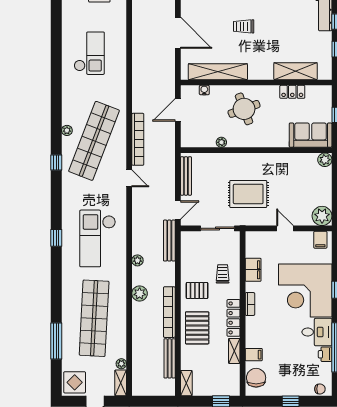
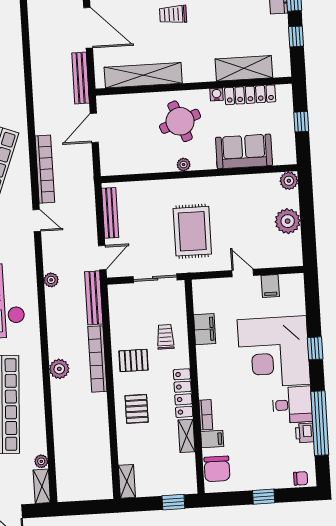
water cooler: (204, 90) -> (217, 95), moved
locker: (292, 92) -> (250, 95), width x1.53
sofa: (311, 135) -> (244, 151), moved
plant: (221, 142) -> (184, 165), moved
rug: (248, 194) -> (192, 231), turned 90
plant: (322, 216) -> (288, 221), moved
filing cabinet: (320, 240) -> (270, 286), moved
plant: (137, 260) -> (51, 280), moved
bookcase: (250, 304) -> (206, 415), moved
bookcase: (169, 312) -> (97, 359), moved
pallet: (197, 328) -> (137, 409), width x0.67, depth x0.71
bench: (170, 358) -> (81, 78), moved
chair: (256, 378) -> (217, 469), turned 180

